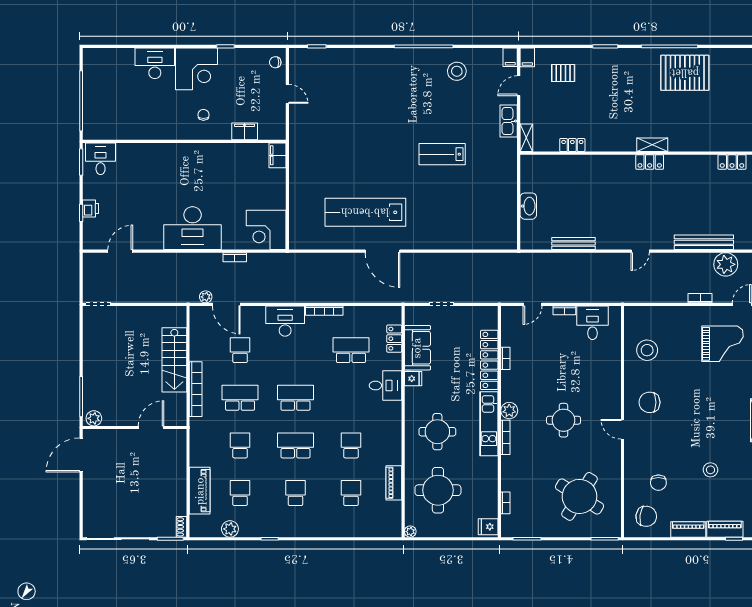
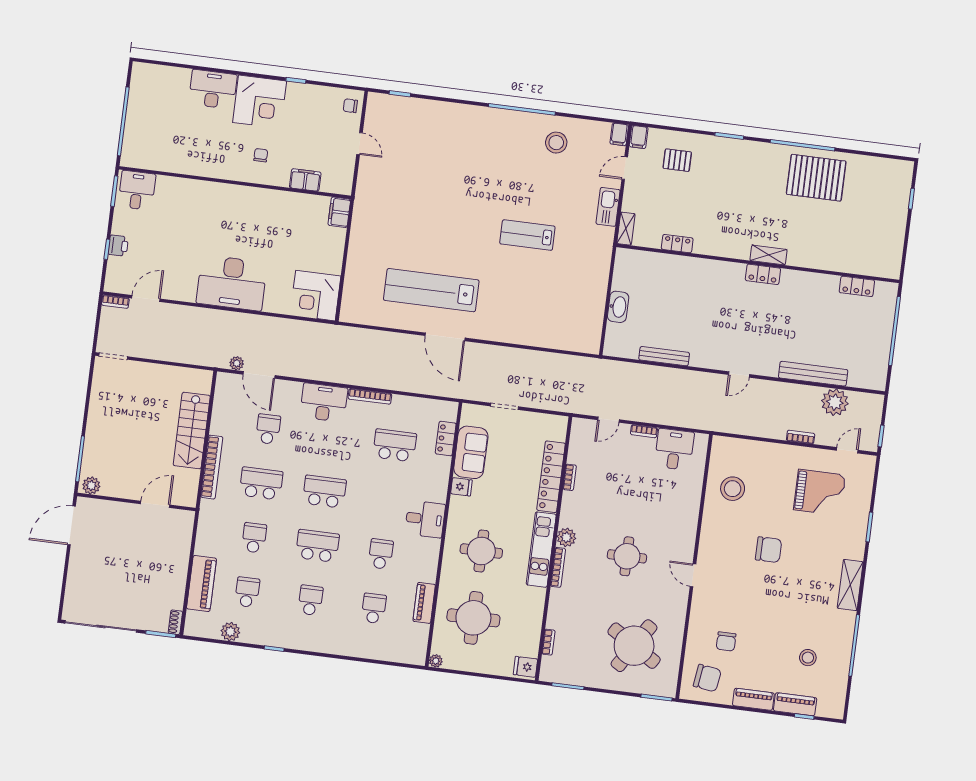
bookcase: (235, 257) -> (115, 302), moved
desk: (385, 386) -> (425, 519), moved
chair: (649, 402) -> (769, 550), moved, turned 180
stool: (710, 470) -> (808, 658), moved

